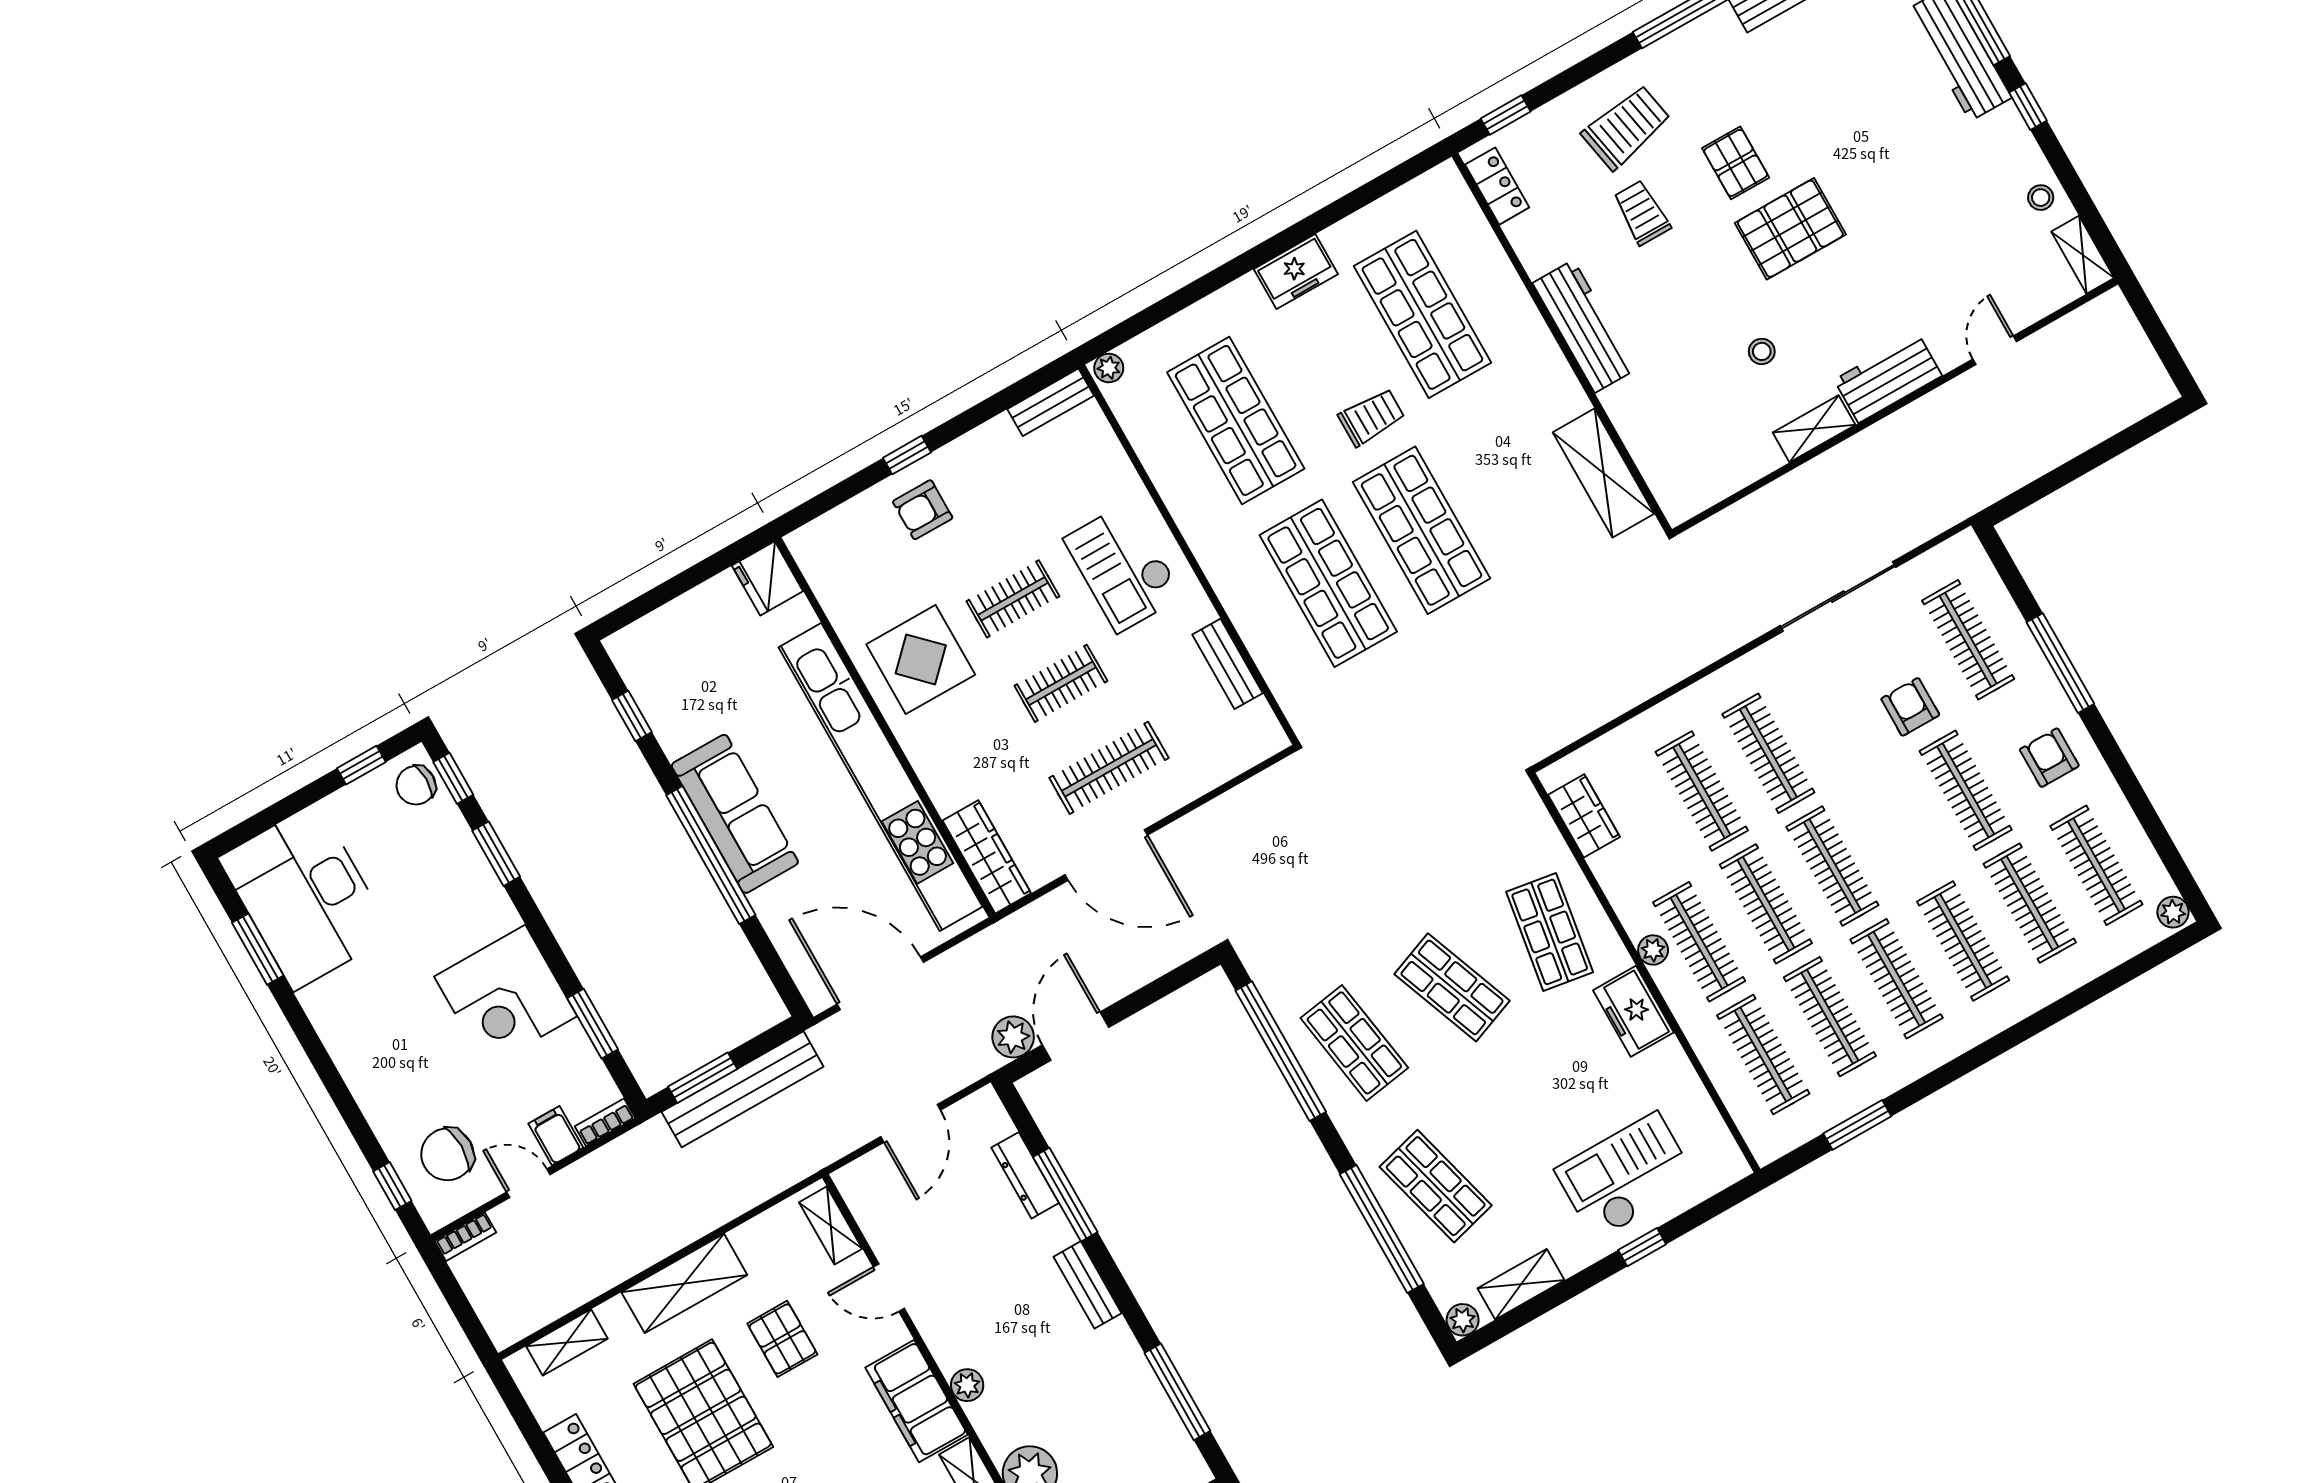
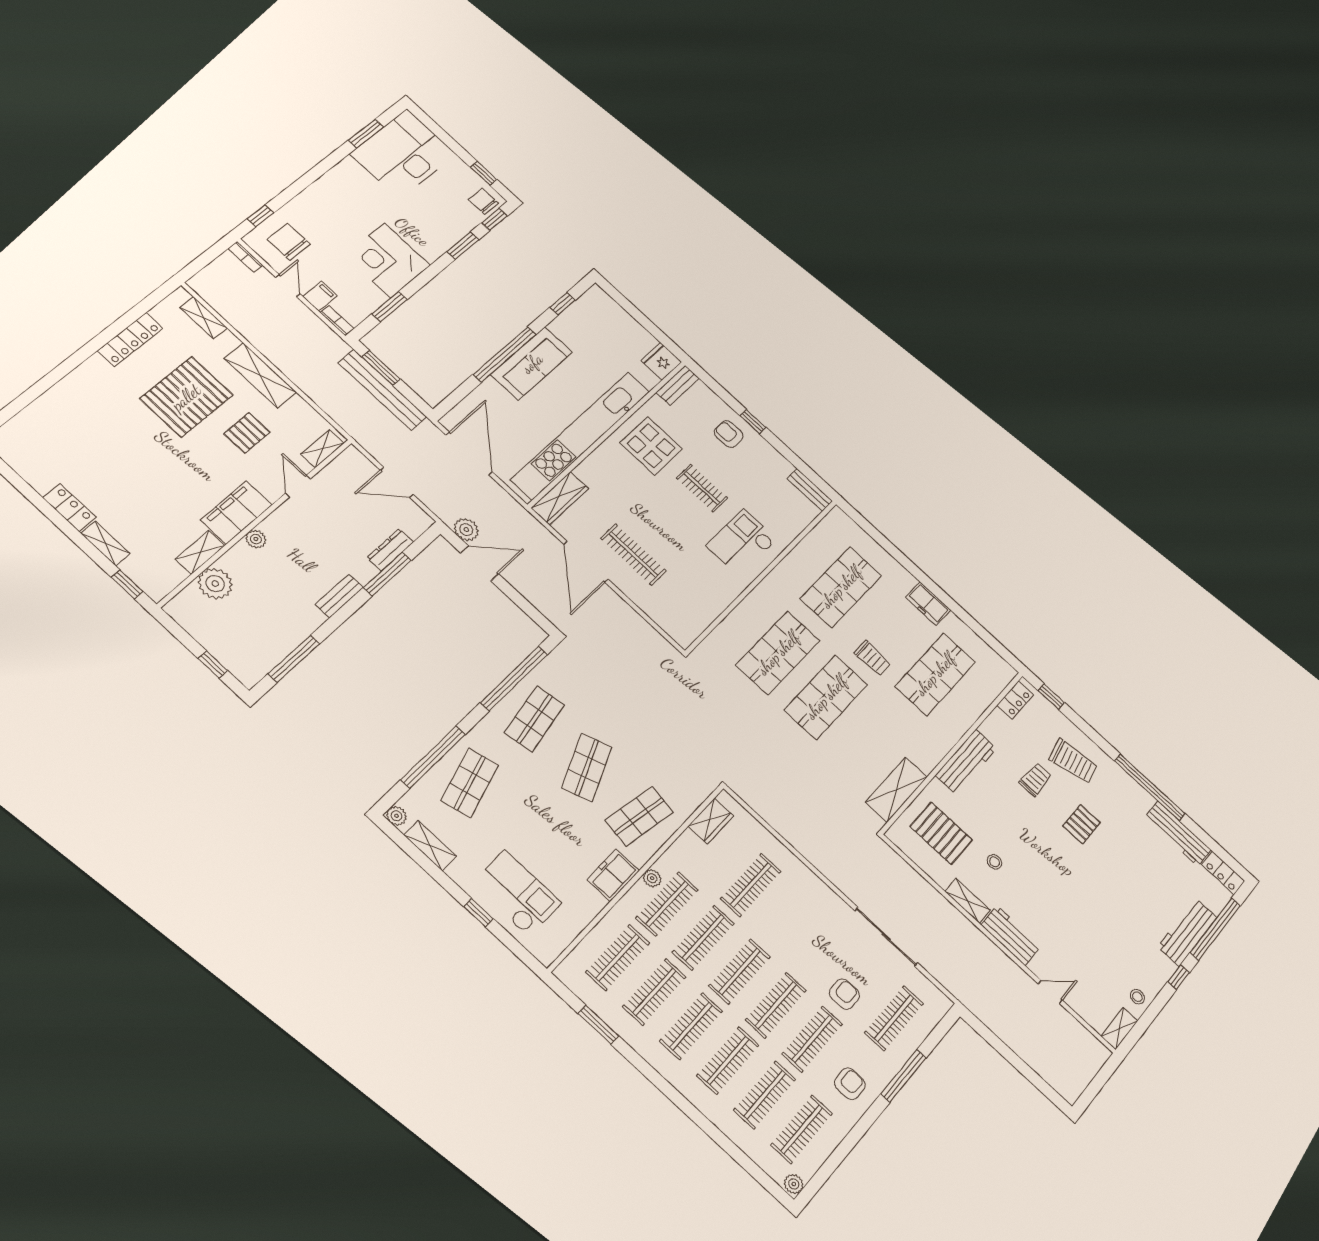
pallet: (1790, 229) -> (941, 833), moved
plant: (1109, 368) -> (840, 516), removed
bench: (1228, 664) -> (678, 385), moved
clothes rail: (1061, 683) -> (668, 521), removed
clothes rail: (1768, 753) -> (776, 1005), moved

